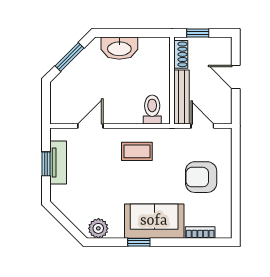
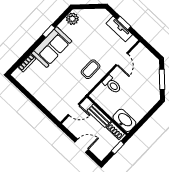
washbasin: (119, 48) -> (124, 120), moved, turned 90
bench: (181, 97) -> (99, 116), width x0.73
toilet: (152, 110) -> (112, 85), moved
armchair: (201, 177) -> (51, 87), removed

